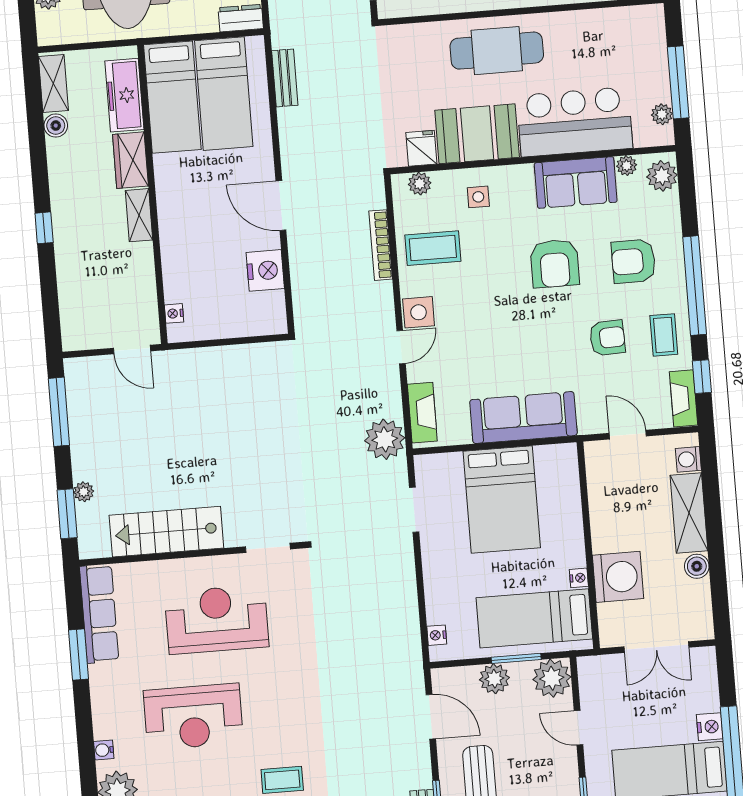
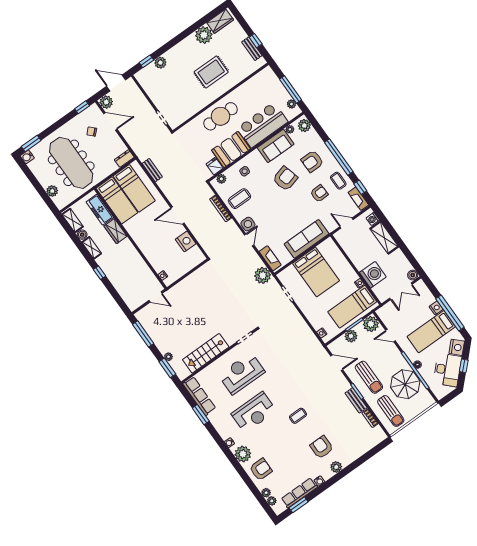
shelving: (139, 215) -> (92, 248), moved
armchair: (555, 263) -> (285, 179), turned -105
boiler: (697, 566) -> (413, 275), moved

